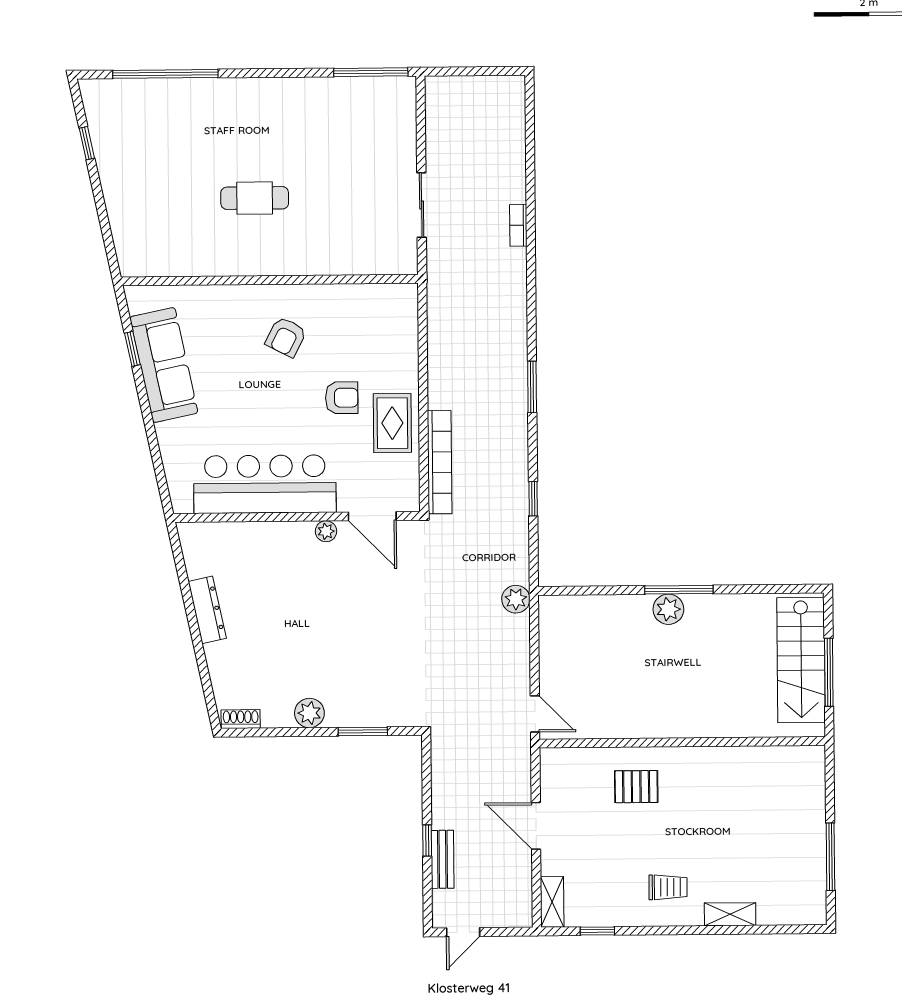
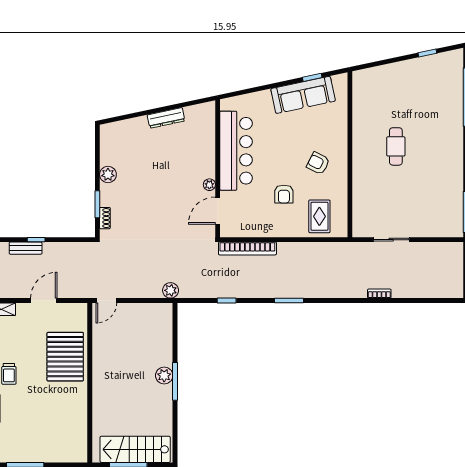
rug: (392, 423) -> (319, 216), moved, turned 90
shoe rack: (241, 719) -> (105, 218), moved
pallet: (636, 787) -> (65, 357), width x2.05, depth x2.00

